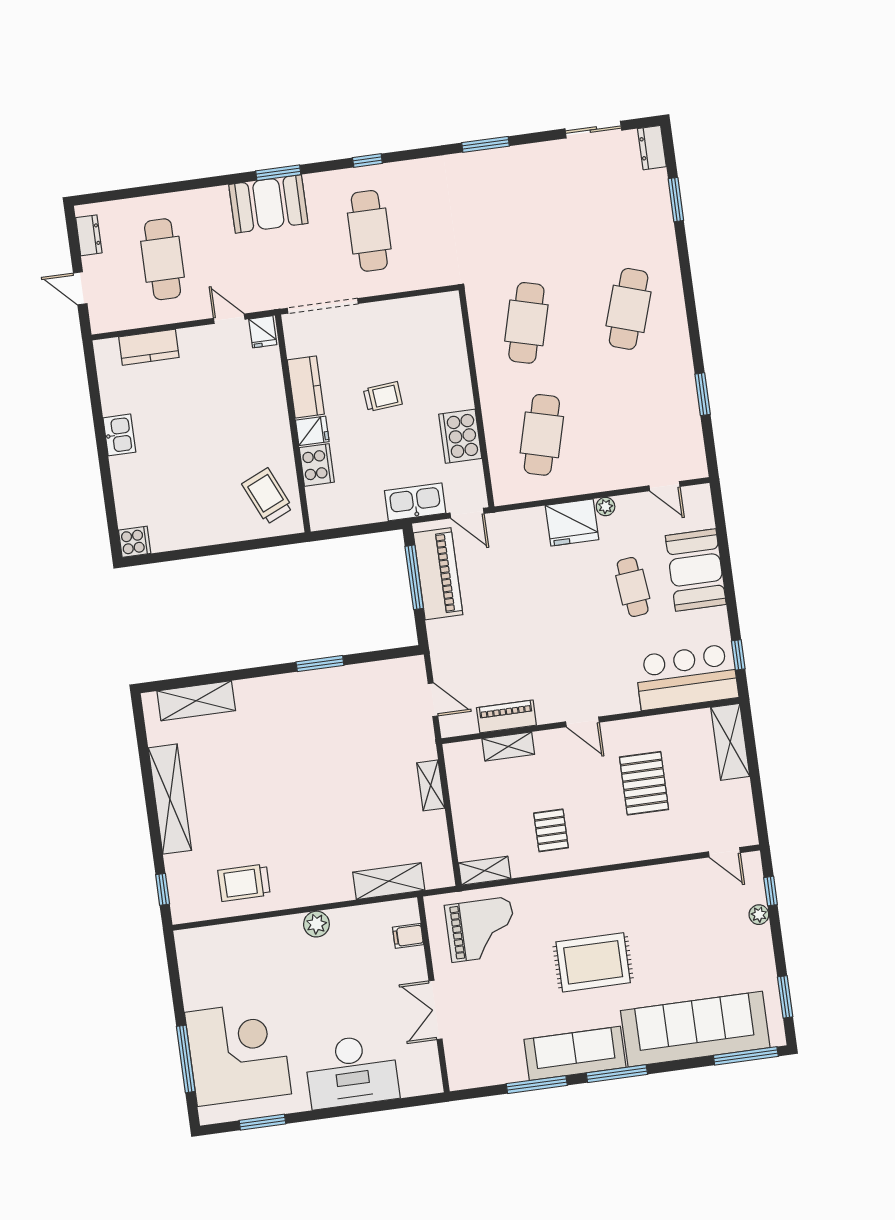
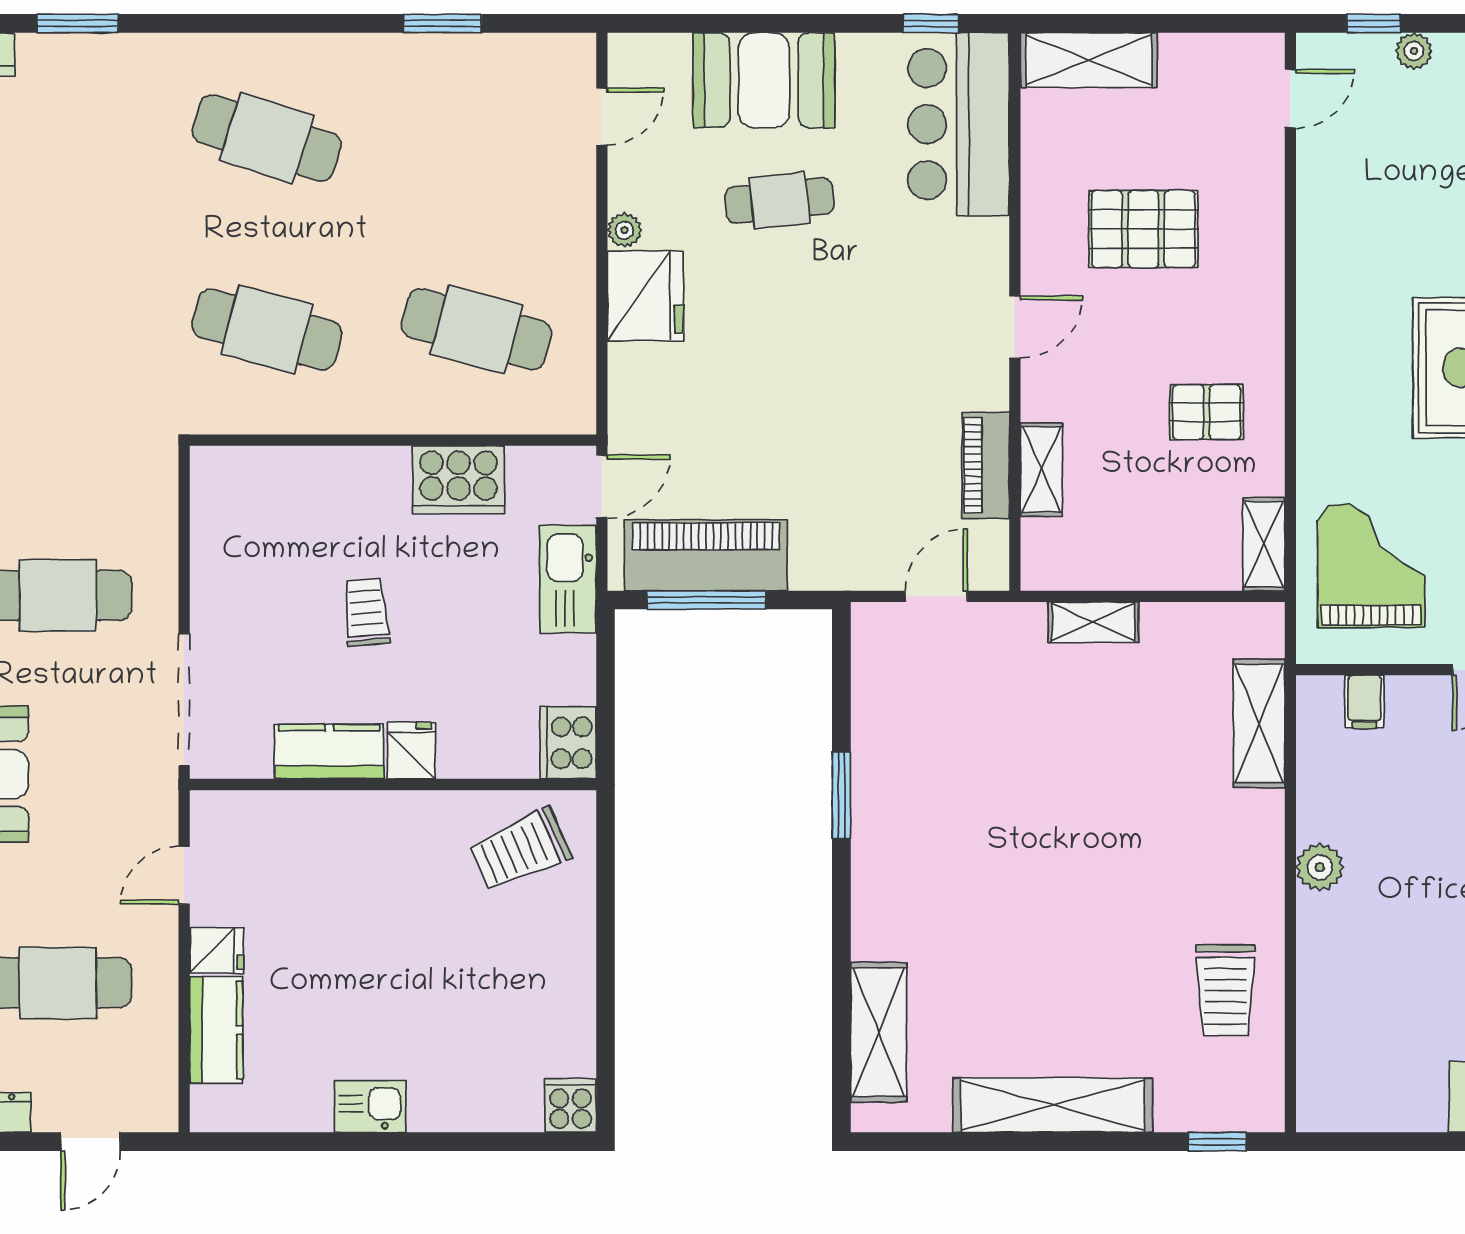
fridge: (263, 332) -> (217, 950), moved
cooker: (317, 465) -> (568, 743), moved, turned -90

